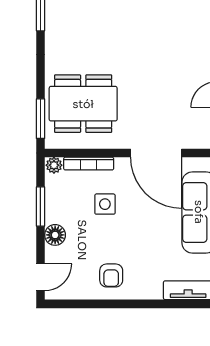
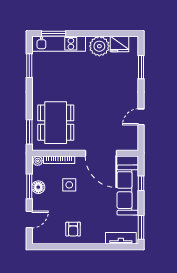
dining table: (83, 104) -> (56, 123), turned 90
floor lamp: (55, 235) -> (38, 187), moved
door: (40, 277) -> (29, 220), moved

